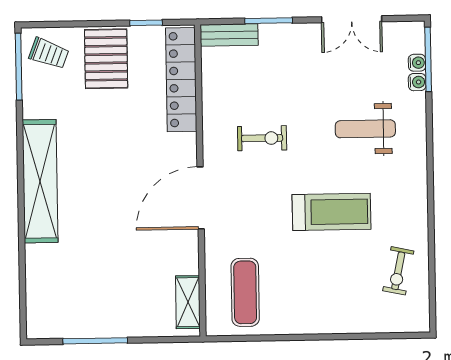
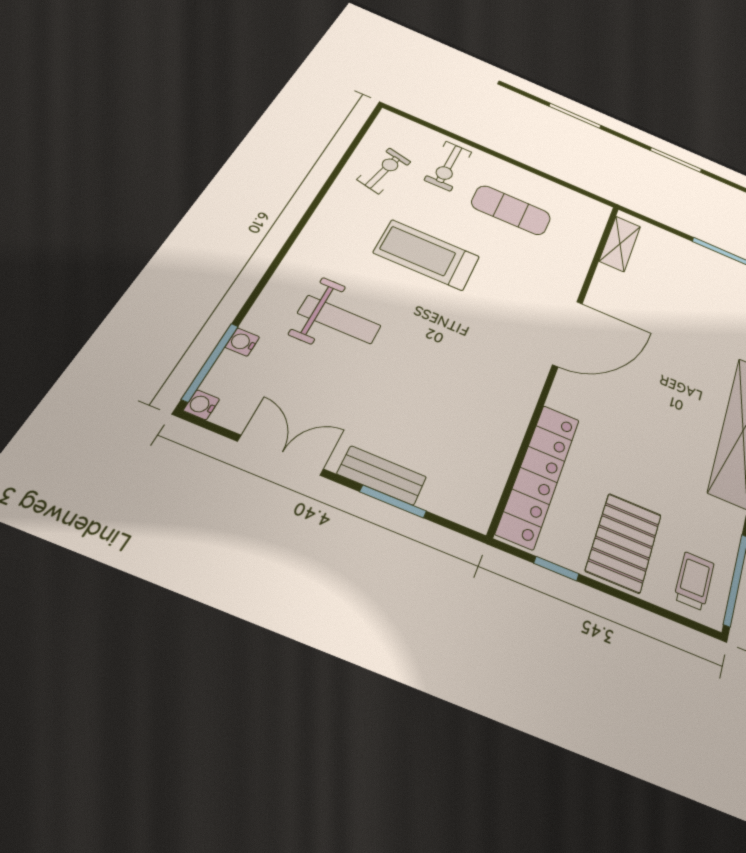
bench: (229, 35) -> (382, 475), moved
trolley: (49, 53) -> (694, 581), turned 69
water cooler: (417, 63) -> (201, 405), moved
exercise bike: (262, 138) -> (448, 166), moved, turned -90
exercise mat: (245, 292) -> (511, 210), moved, turned 90

